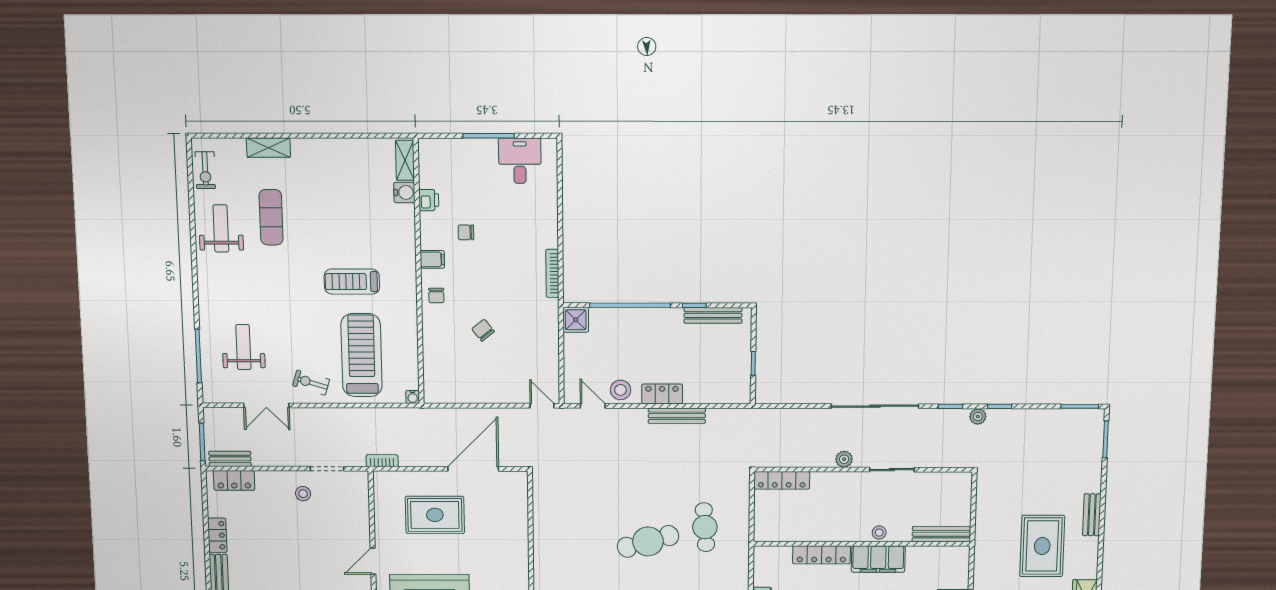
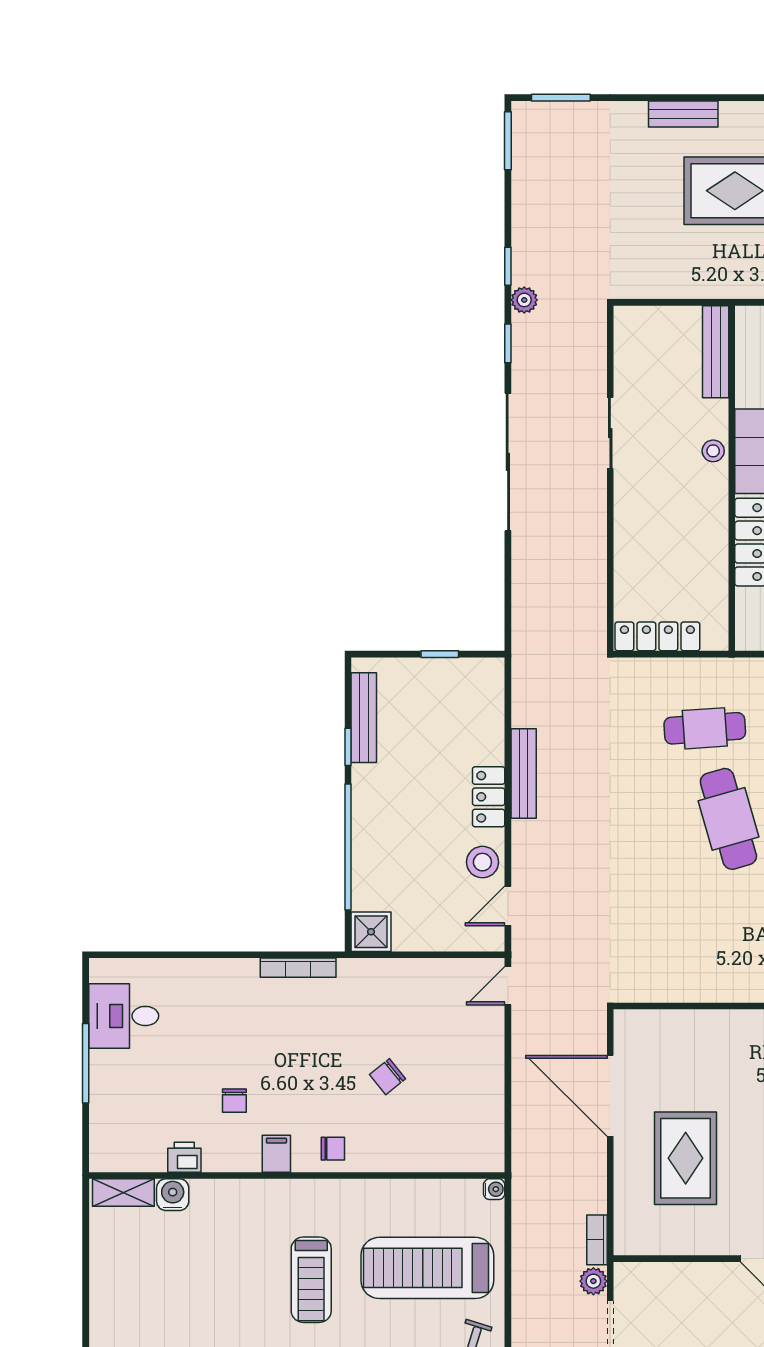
plant: (844, 459) -> (593, 1281), moved
locker: (782, 480) -> (657, 636), moved, turned -90

